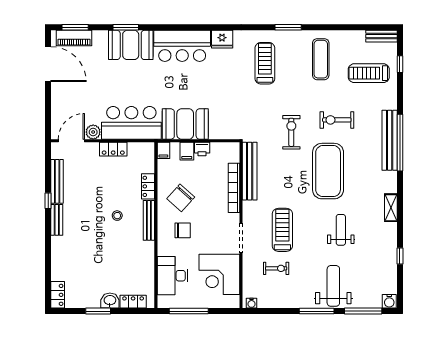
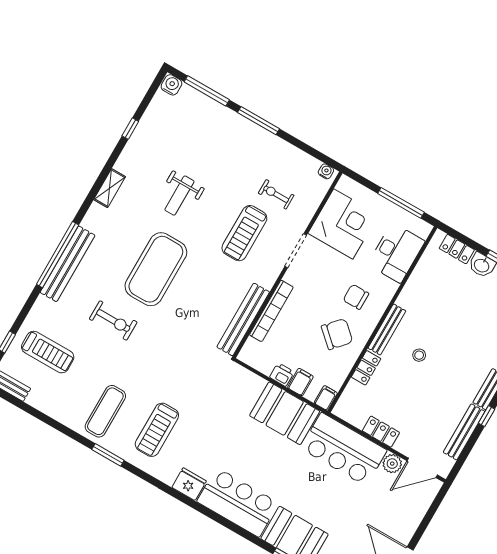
exercise mat: (321, 59) -> (105, 411), moved
exercise bike: (291, 132) -> (172, 336), removed
weight bench: (333, 286) -> (224, 138), removed

